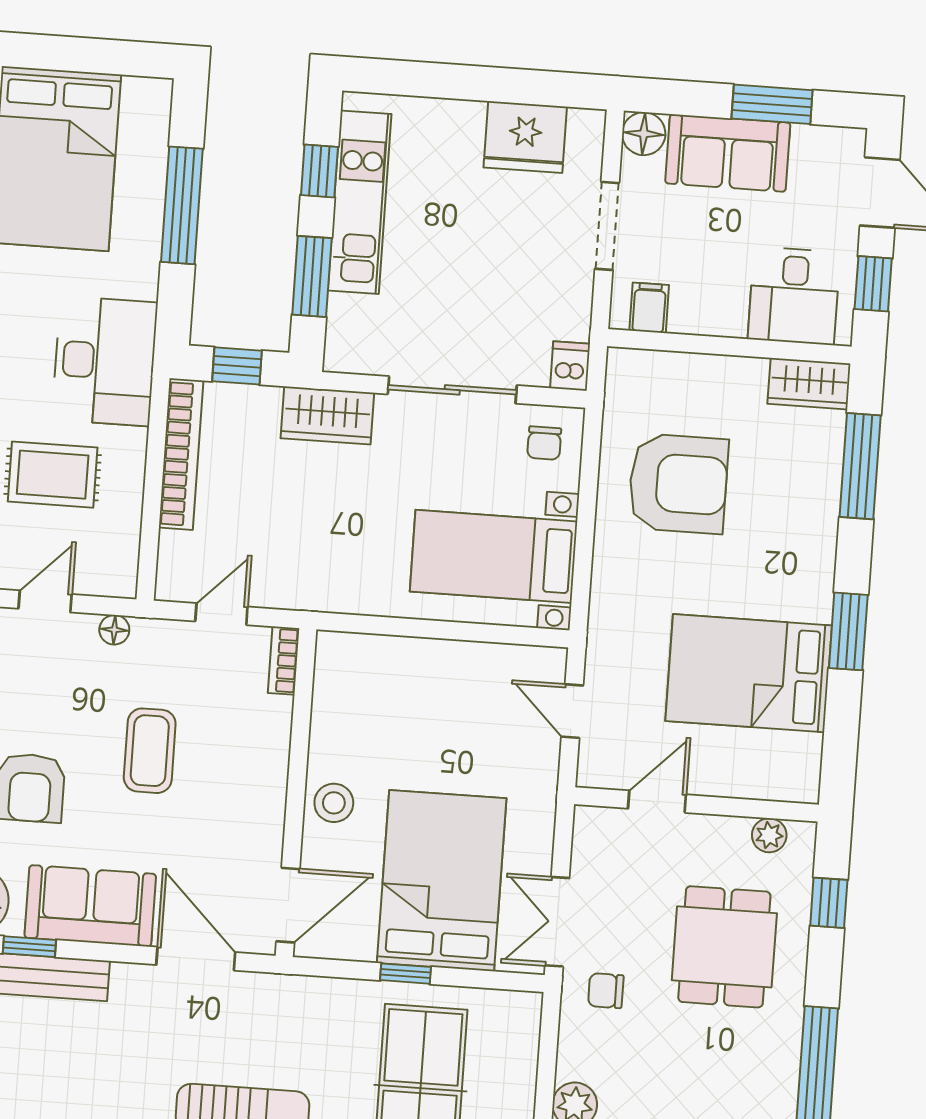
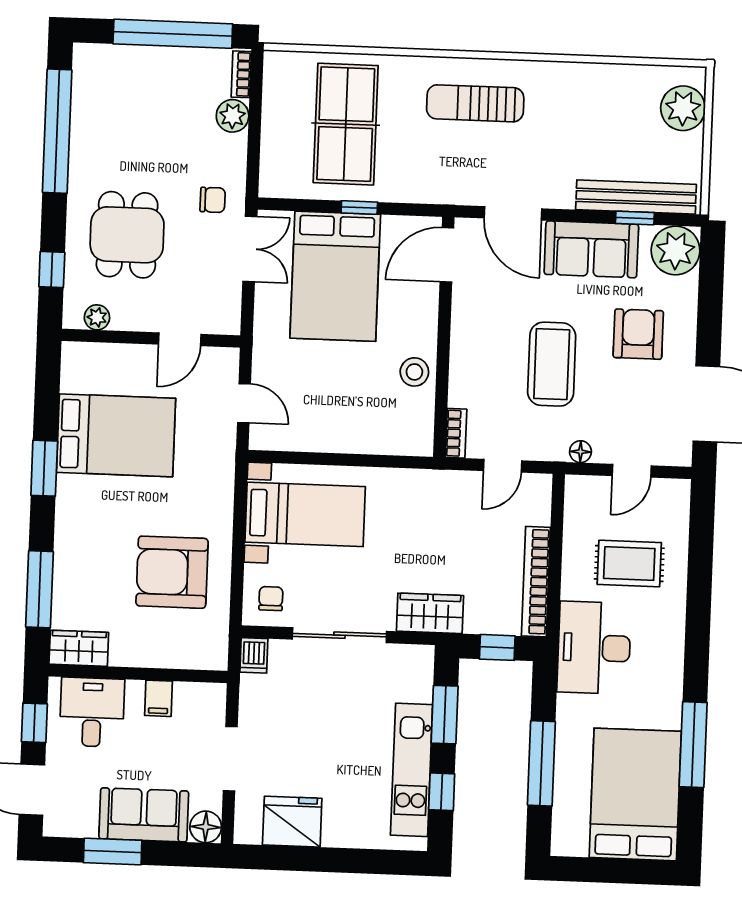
filing cabinet: (649, 308) -> (158, 698), moved
coffee table: (150, 751) -> (552, 364), width x1.36, depth x1.32
stool: (334, 803) -> (414, 372), moved

